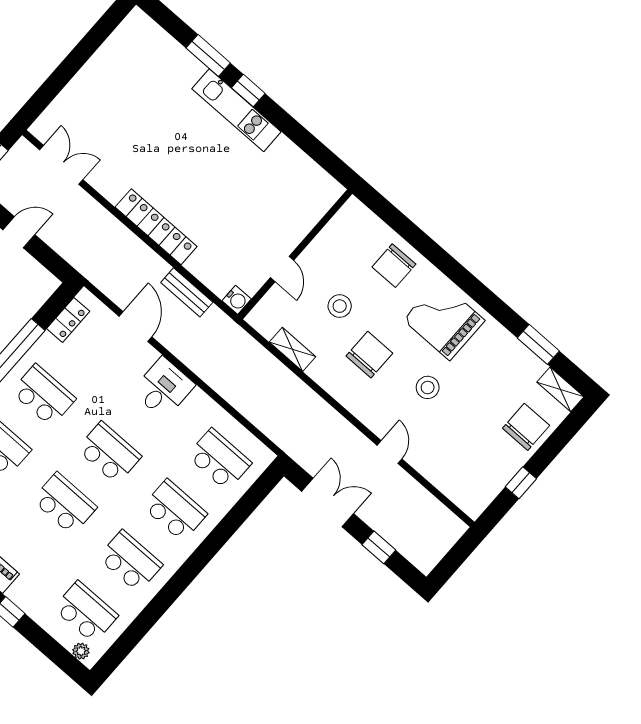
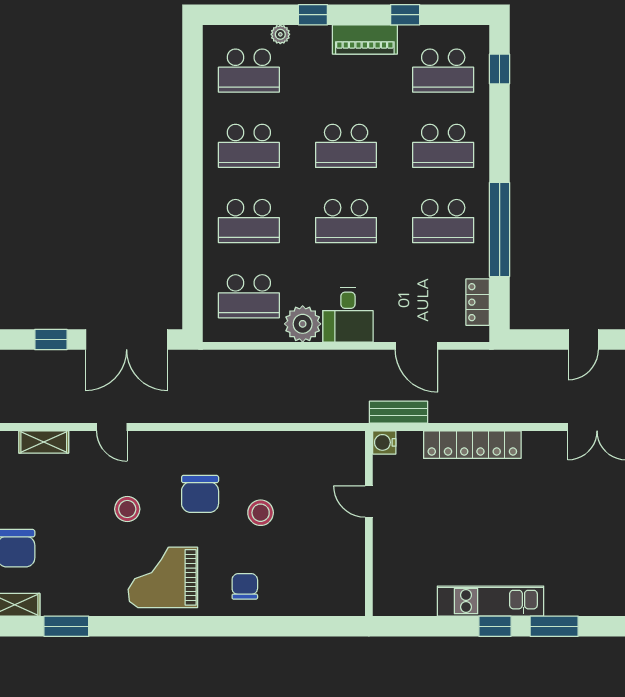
wall: (295, 254) -> (369, 523), moved
chair: (394, 266) -> (245, 586), width x0.73, depth x0.73
door: (282, 269) -> (369, 501), moved
water cooler: (237, 300) -> (384, 442), moved
grand piano: (444, 320) -> (163, 577), turned 180
shelving: (293, 349) -> (44, 442), moved
plant: (199, 409) -> (303, 324), added
double door: (328, 503) -> (127, 339), width x1.37
plant: (81, 651) -> (280, 34), moved

